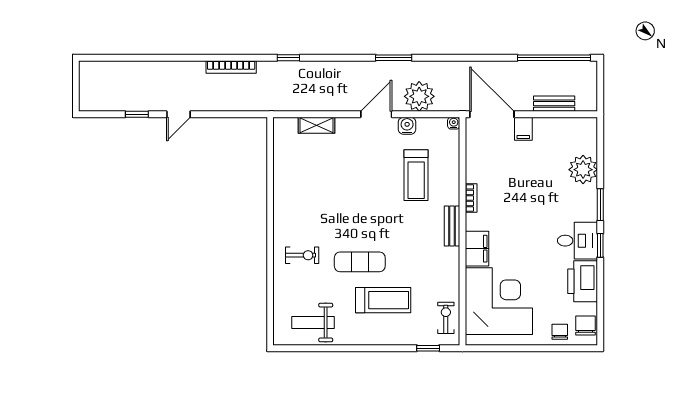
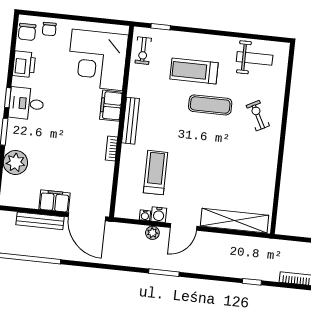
plant: (419, 96) -> (152, 233), width x0.53, depth x0.53
bench: (554, 104) -> (40, 221), width x1.36
water cooler: (454, 123) -> (145, 215), moved
shelving: (317, 125) -> (235, 221), width x2.20, depth x1.33
filing cabinet: (523, 129) -> (55, 201), width x2.00
bench: (452, 226) -> (131, 121), width x1.36
exercise bike: (302, 255) -> (258, 116), turned 62
printer: (583, 281) -> (24, 64), width x0.73, depth x0.84

